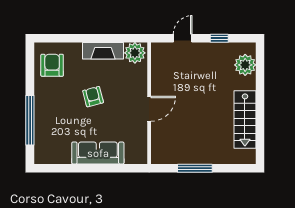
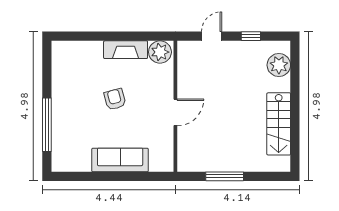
armchair: (52, 65) -> (71, 65), removed

